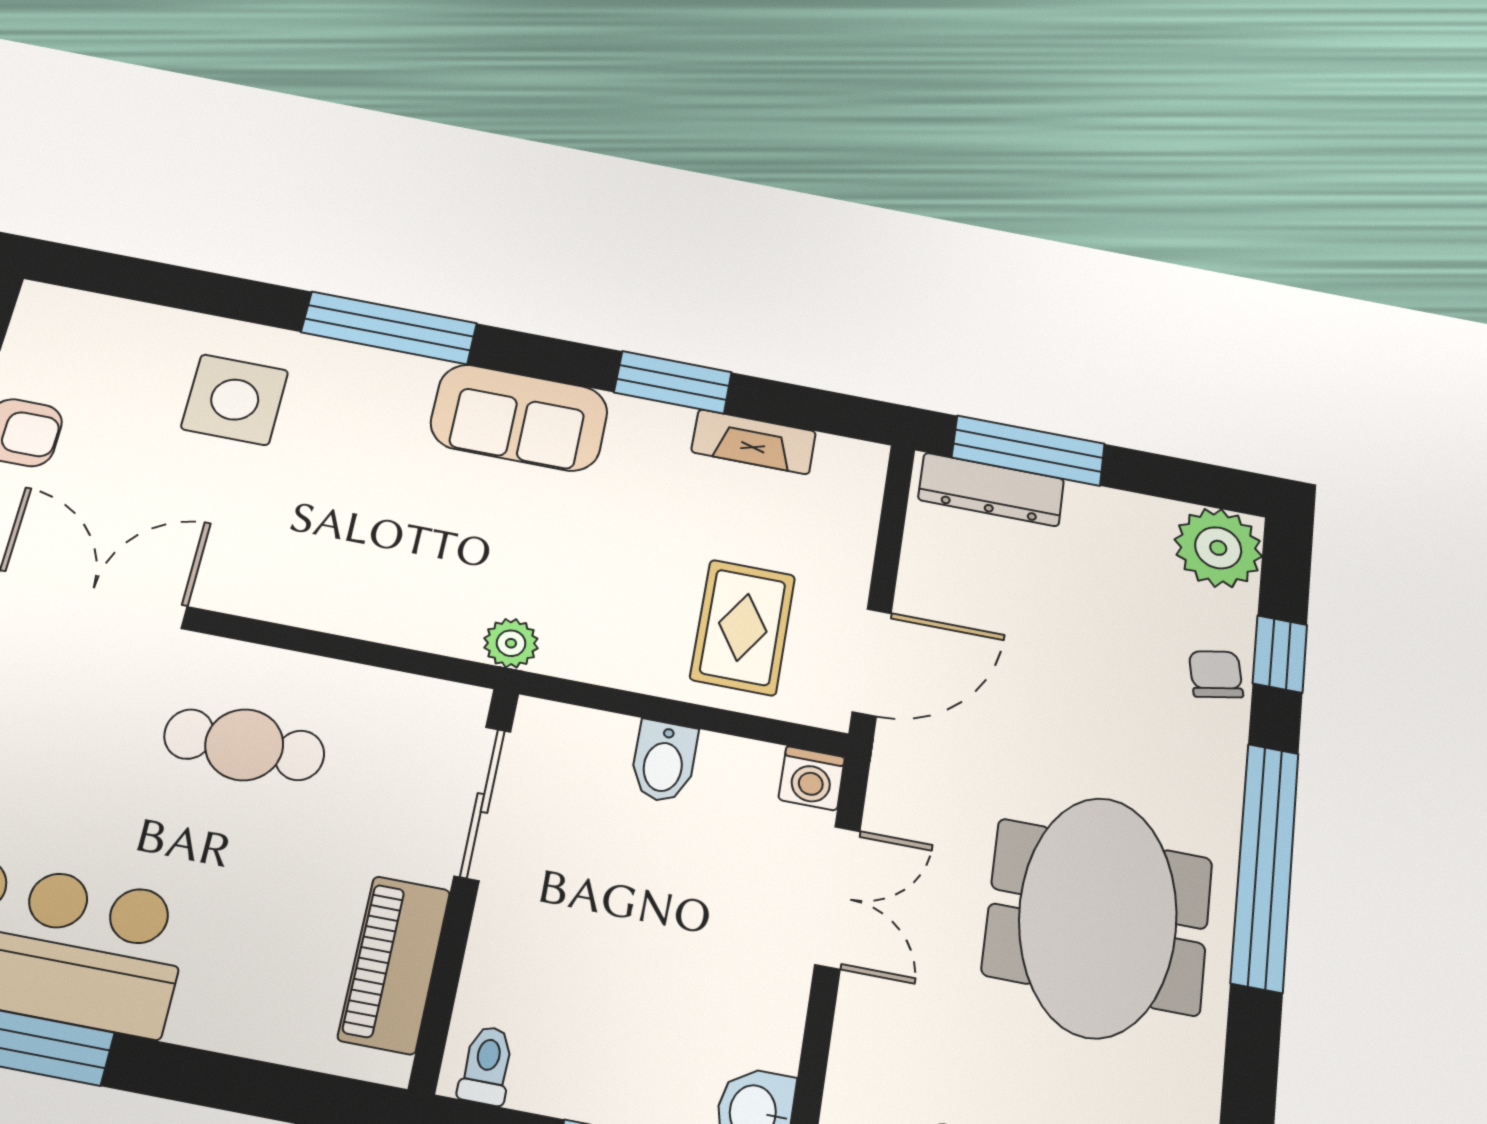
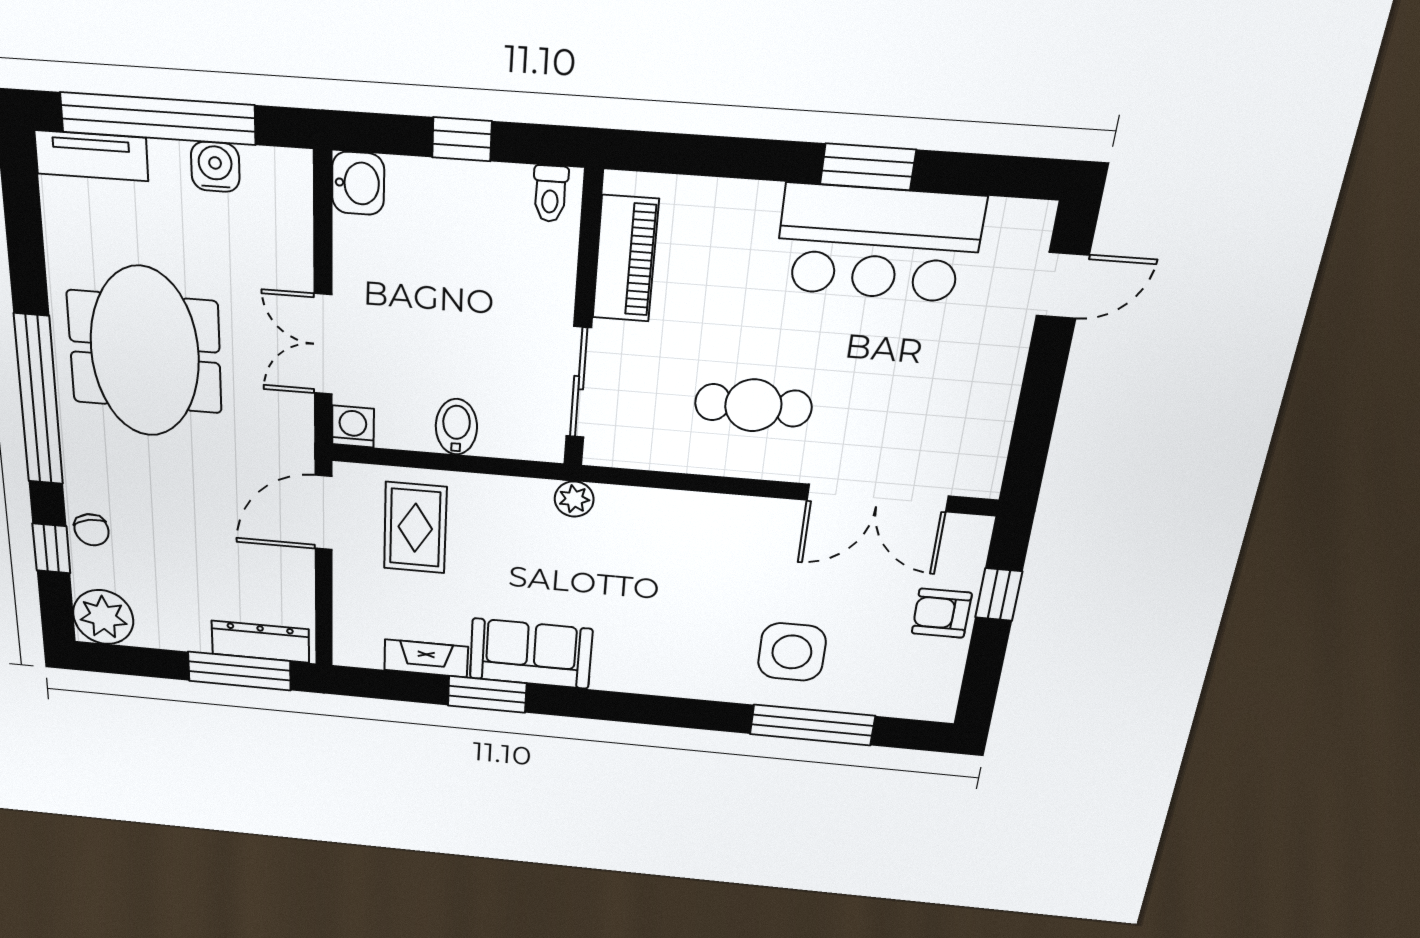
window: (389, 328) -> (812, 725), moved
sofa: (519, 418) -> (531, 654), moved

